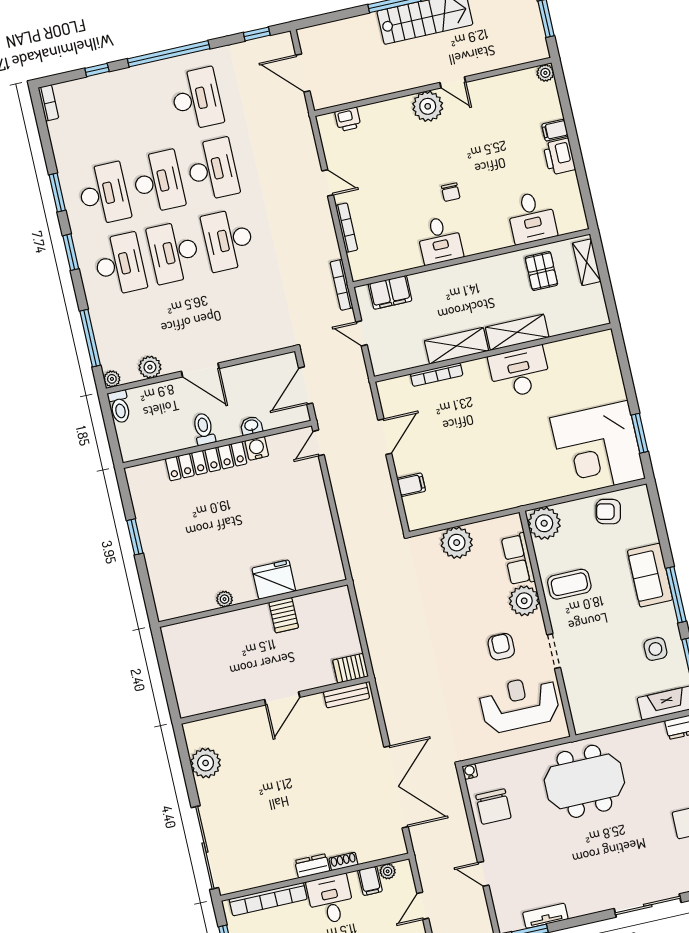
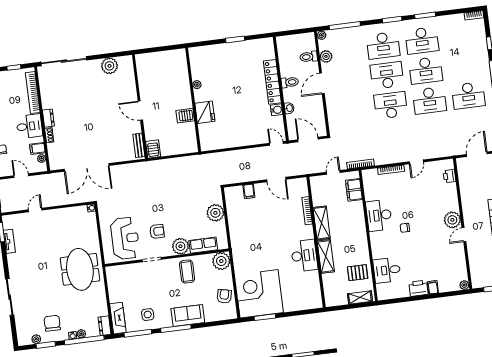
desk: (440, 240) -> (379, 215), width x1.37
toilet: (120, 407) -> (309, 57), moved
chair: (493, 807) -> (71, 219), removed

